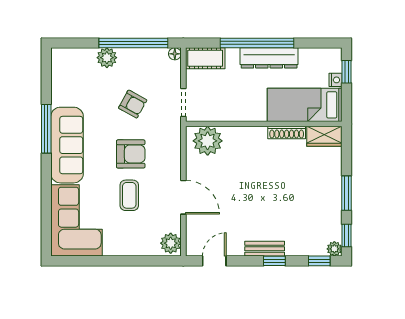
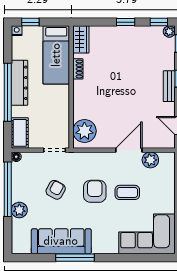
nightstand: (335, 80) -> (17, 31), moved
shoe rack: (287, 132) -> (78, 69), width x0.70
sofa: (67, 145) -> (61, 241), moved
window: (346, 193) -> (126, 22), width x0.67
plant: (171, 243) -> (150, 160), moved

